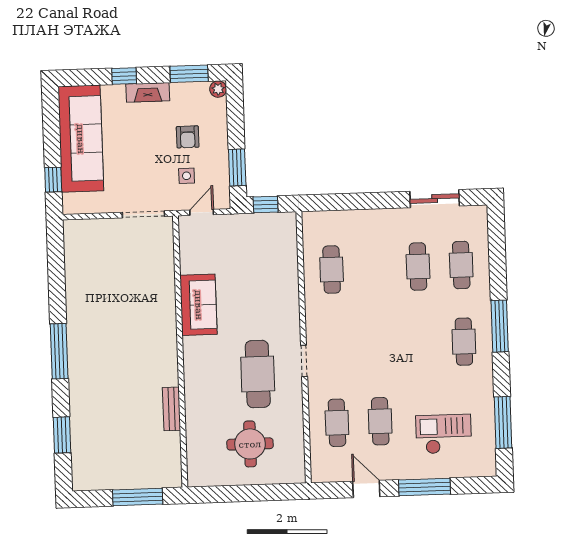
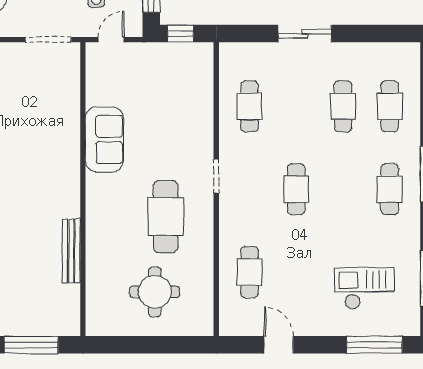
sliding door: (435, 199) -> (305, 34), moved
doorway: (304, 361) -> (216, 176), moved
bench: (172, 409) -> (71, 251), width x1.36
cafe table: (380, 421) -> (296, 189), moved
window: (425, 487) -> (374, 345), moved

